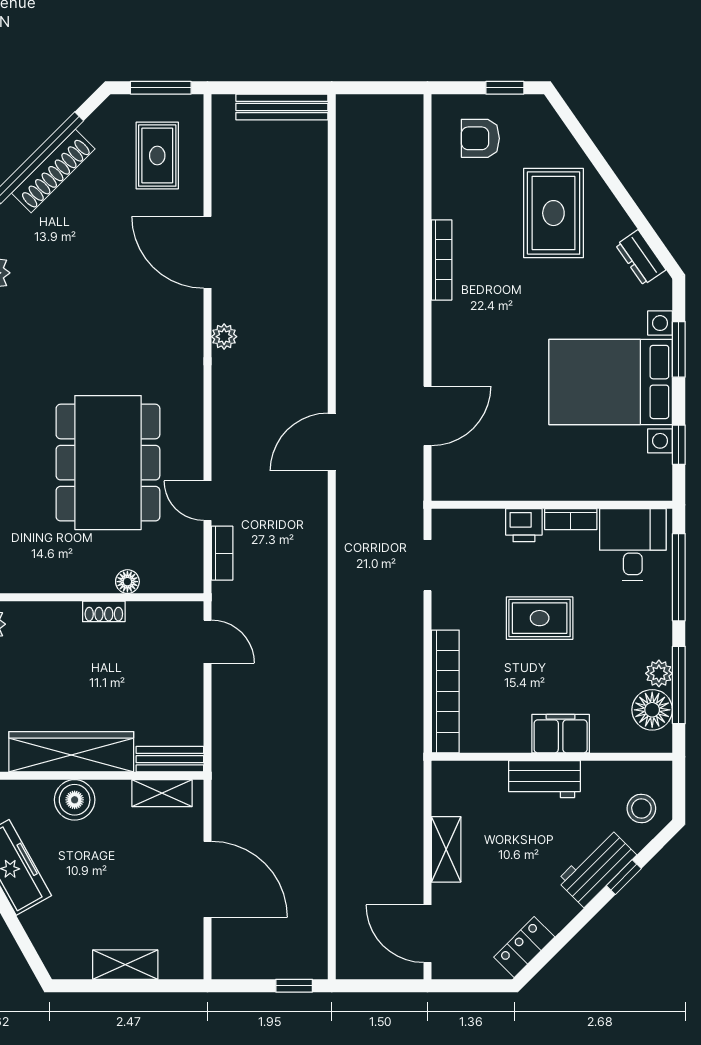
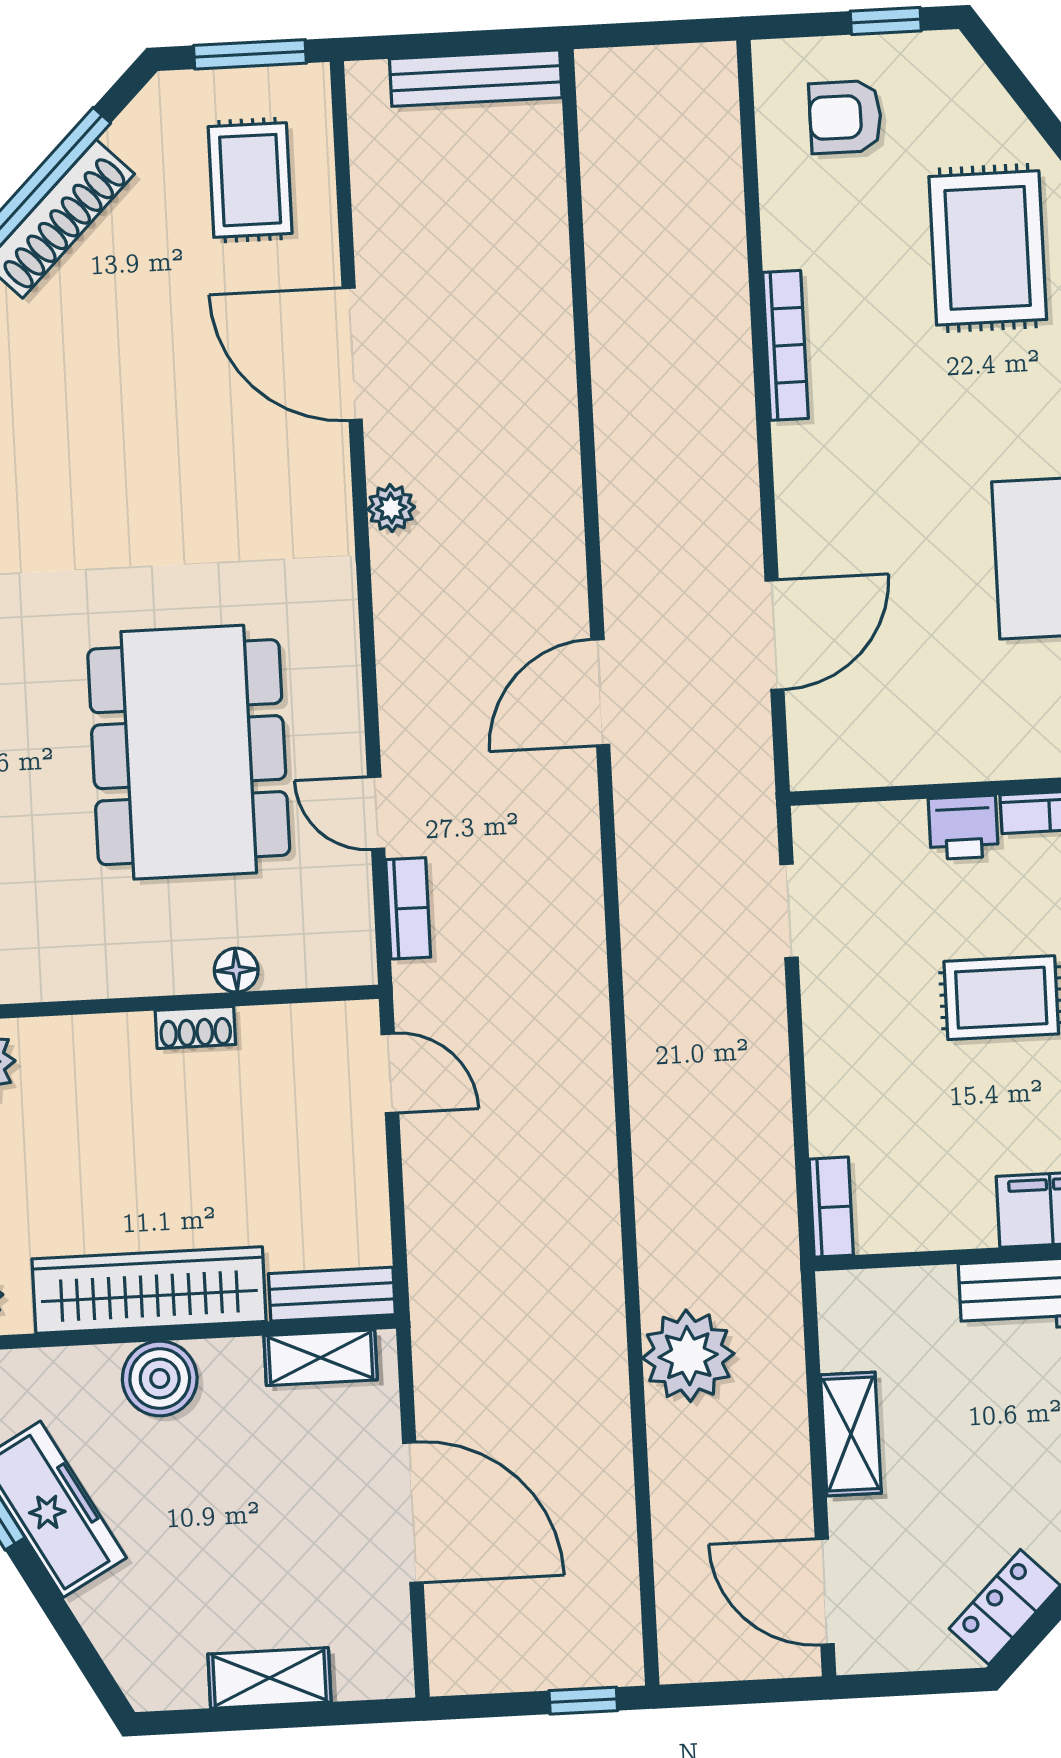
bookcase: (445, 691) -> (831, 1207), width x0.43, depth x0.76
plant: (360, 802) -> (688, 1356), added

